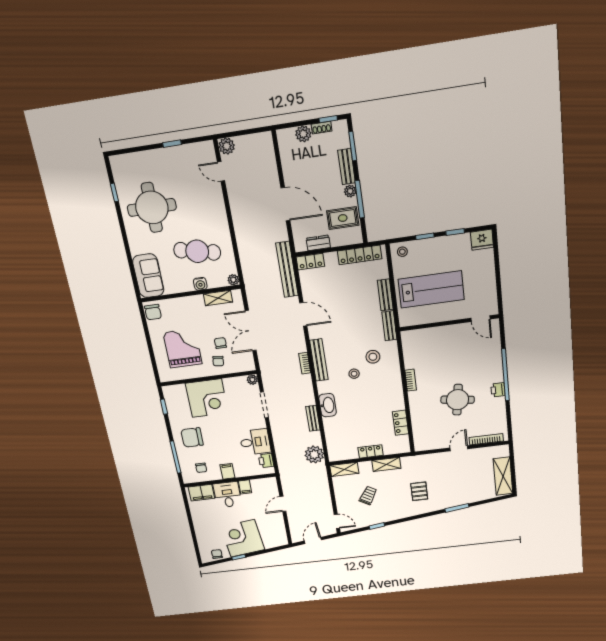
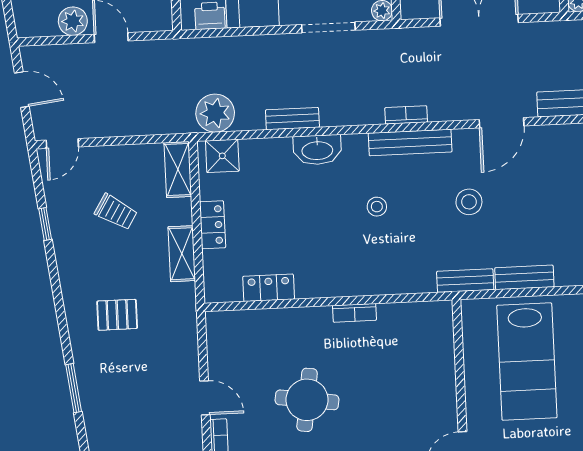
stool: (373, 357) -> (469, 202), moved
shower: (335, 450) -> (222, 156), added
plant: (277, 521) -> (73, 21), added

